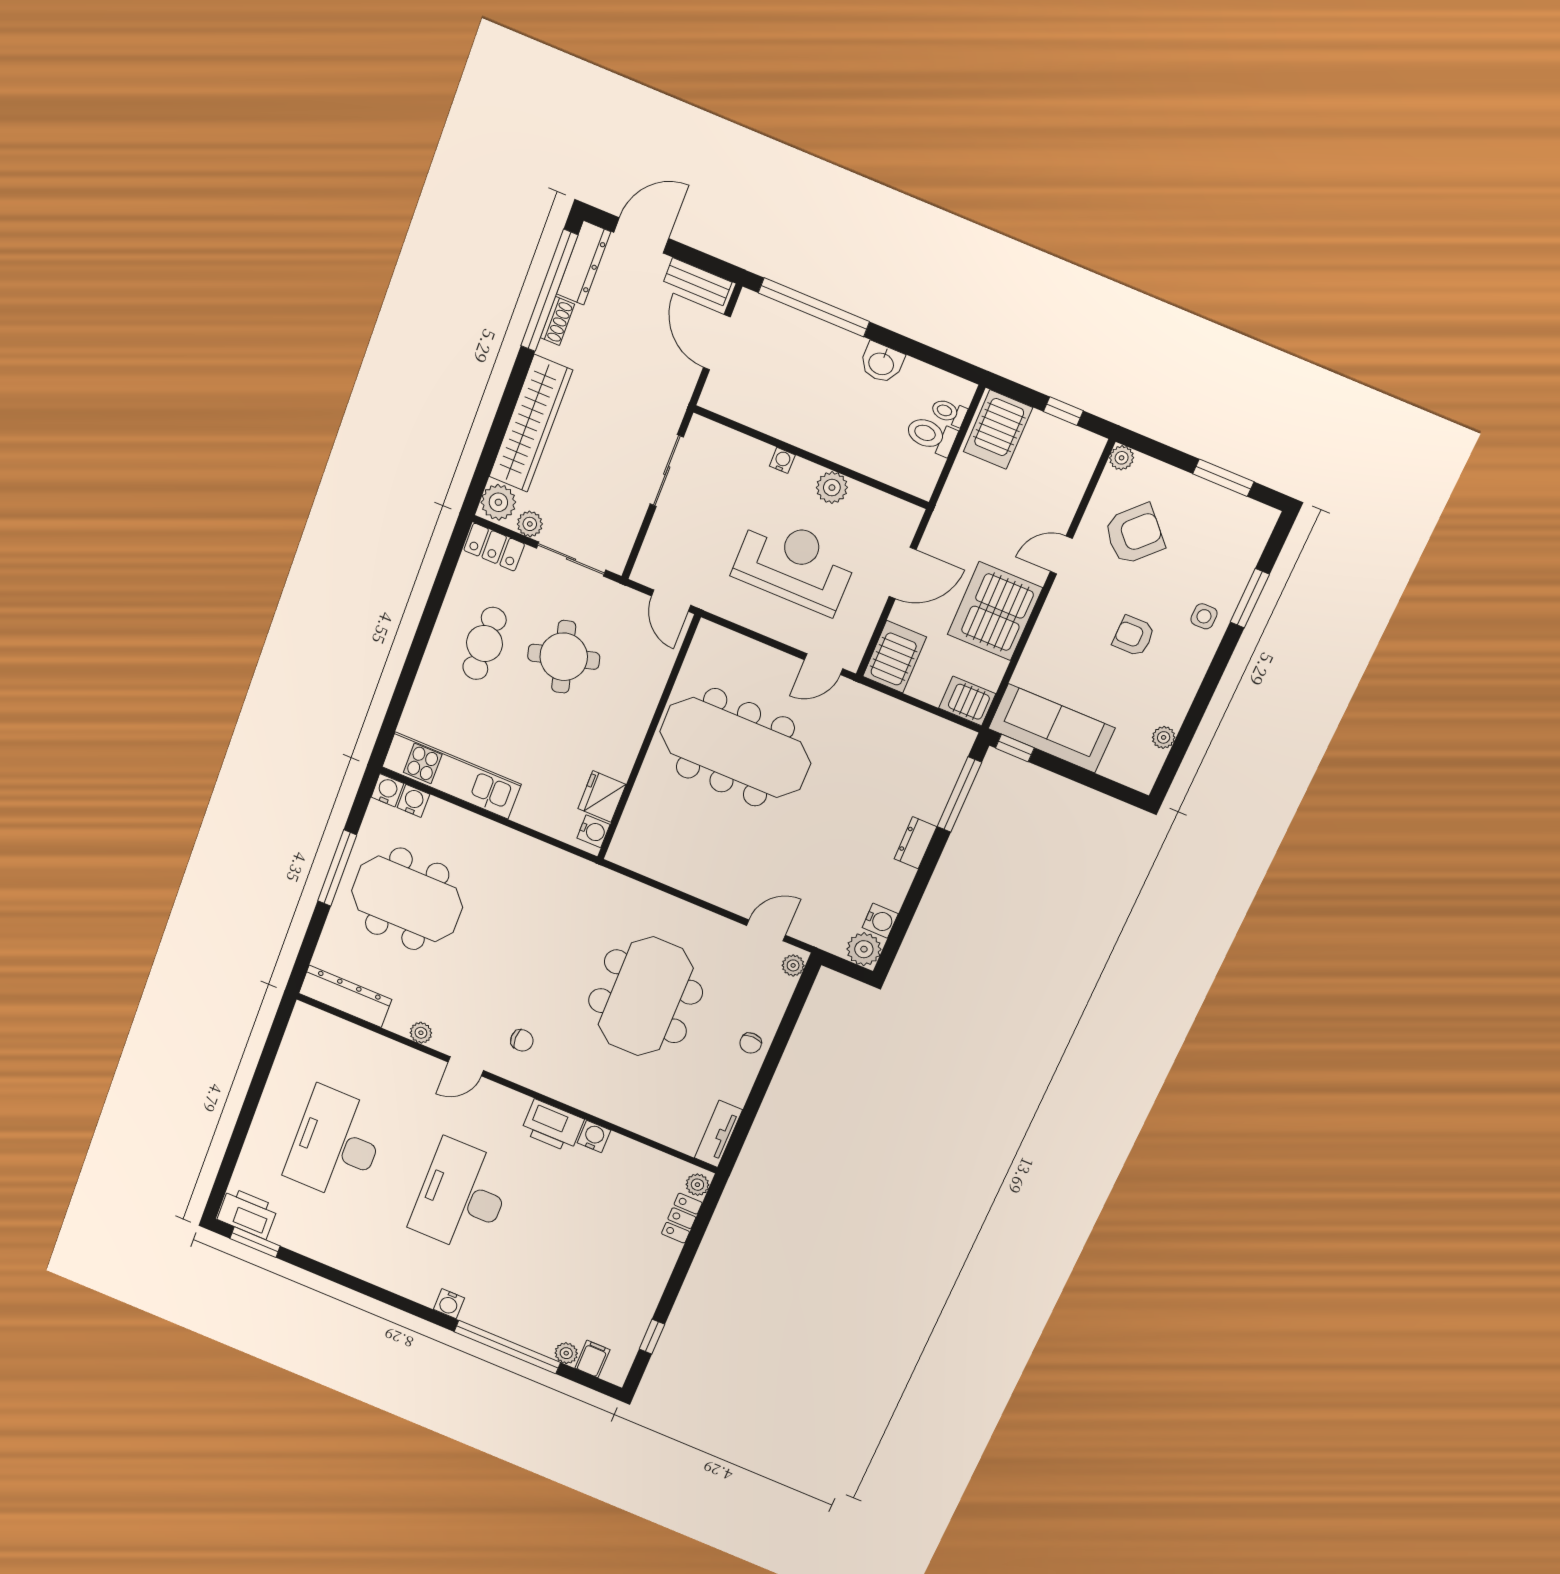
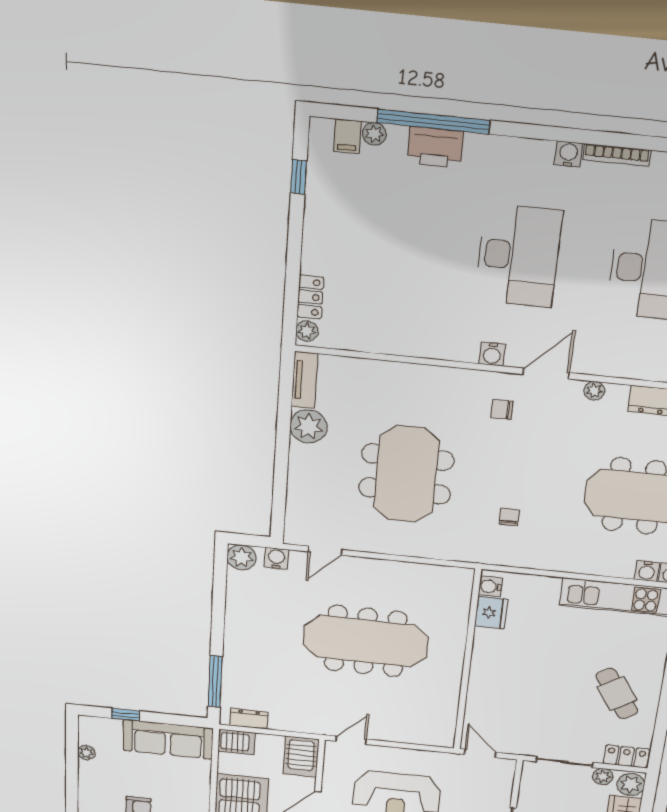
cafe table: (484, 643) -> (617, 694), turned -33
round table: (564, 657) -> (551, 699), removed
meeting table: (735, 747) -> (366, 641), moved
window: (1015, 748) -> (126, 715), moved
dresser: (915, 843) -> (249, 719), moved, turned -90
water cooler: (880, 921) -> (276, 558), moved, turned 90
plant: (793, 965) -> (309, 427), moved, width x1.88, depth x1.88
chair: (751, 1043) -> (509, 517), moved
door: (466, 1066) -> (546, 374), width x1.38
printer: (552, 1126) -> (435, 147), moved, turned 180
water cooler: (594, 1136) -> (492, 354), moved
bookcase: (344, 1264) -> (617, 155), added
water cooler: (449, 1304) -> (568, 154), moved

